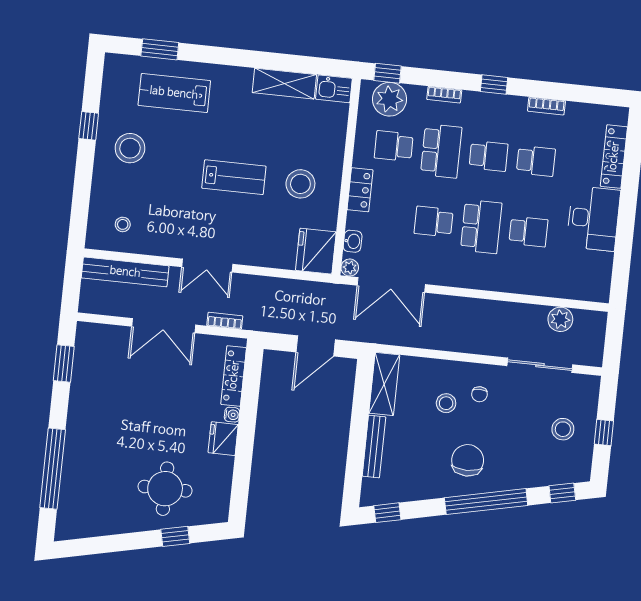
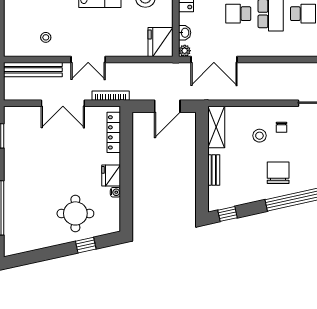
stool: (123, 224) -> (46, 37), moved
bookcase: (225, 321) -> (111, 96), width x1.56
water cooler: (232, 415) -> (115, 192), moved
bench: (374, 447) -> (214, 170), width x0.73

